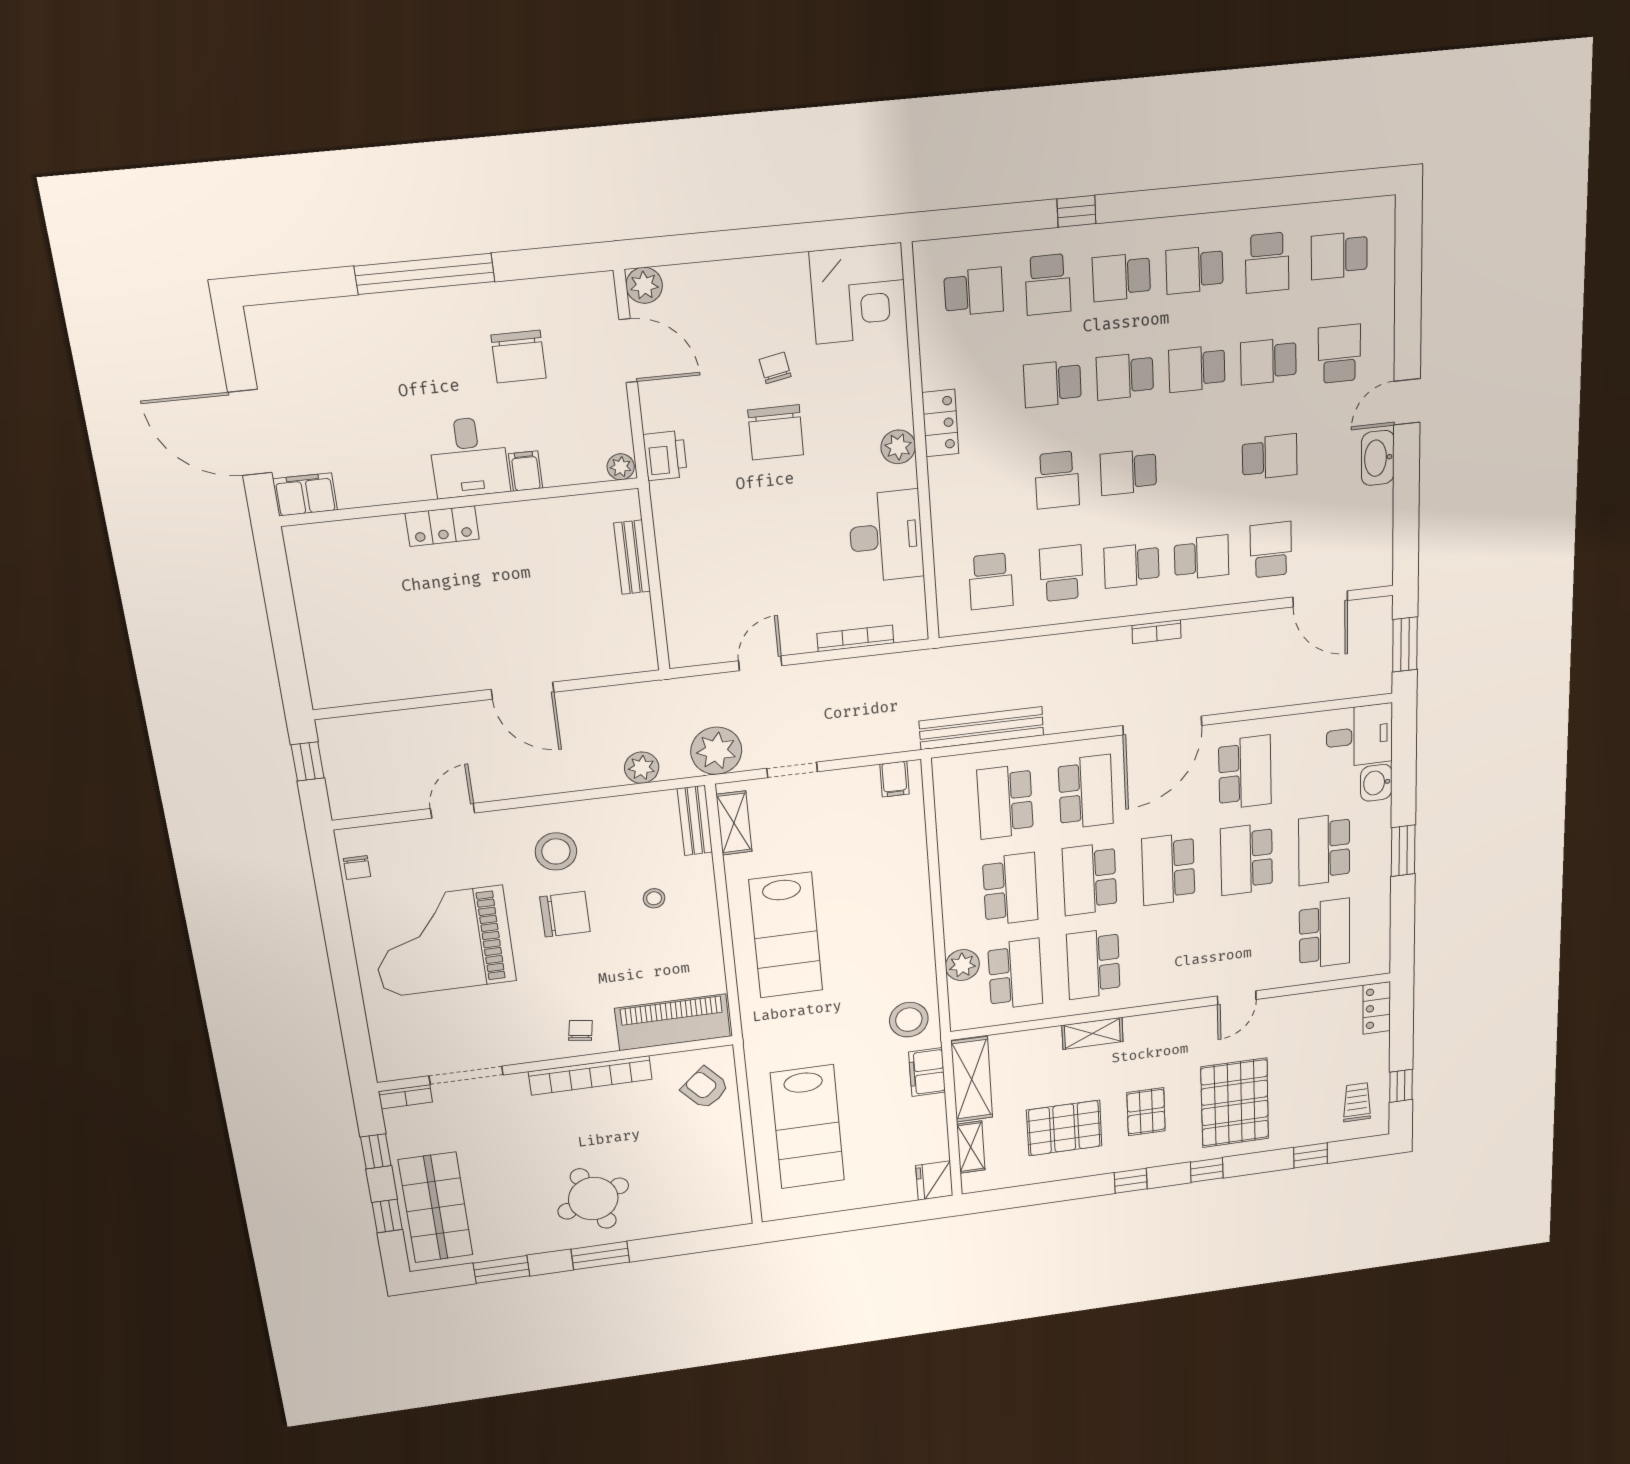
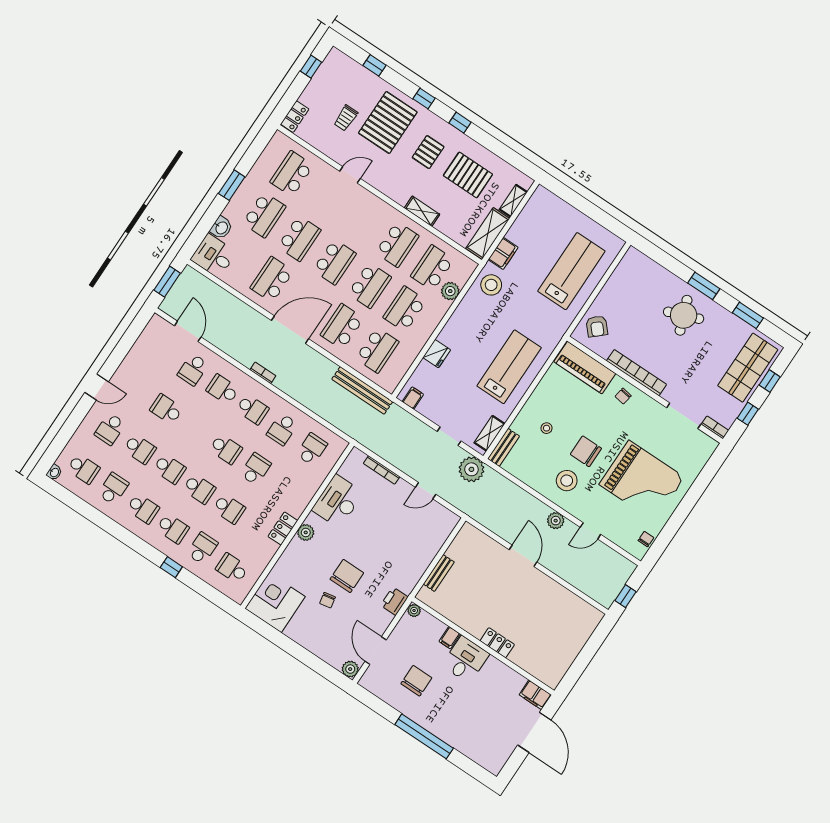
washbasin: (1378, 458) -> (54, 472), moved, width x0.52, depth x0.69
plant: (642, 768) -> (556, 521), moved
trolley: (1357, 1102) -> (346, 118), moved
fridge: (934, 1181) -> (437, 354), moved

